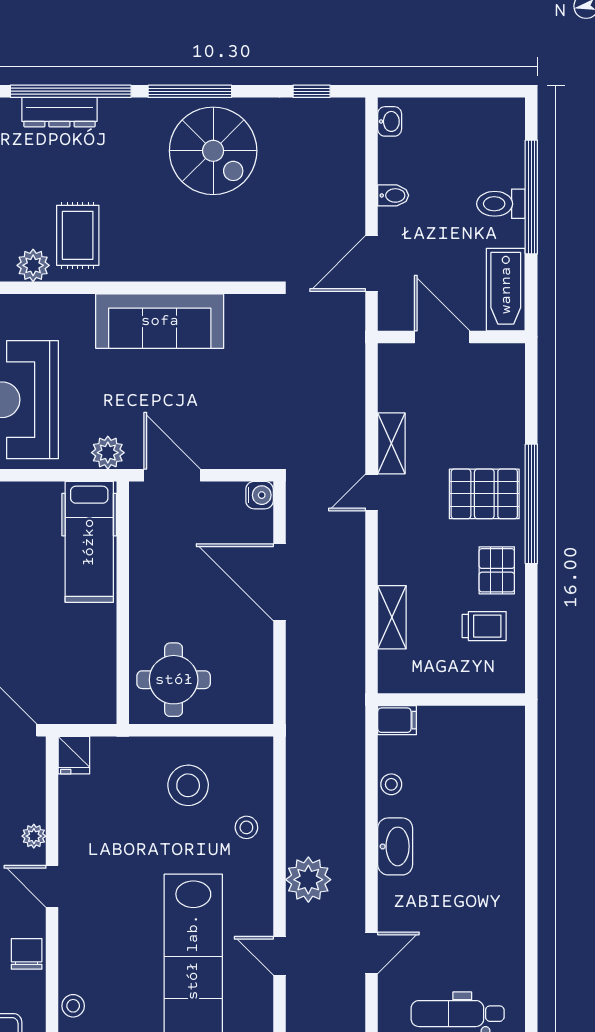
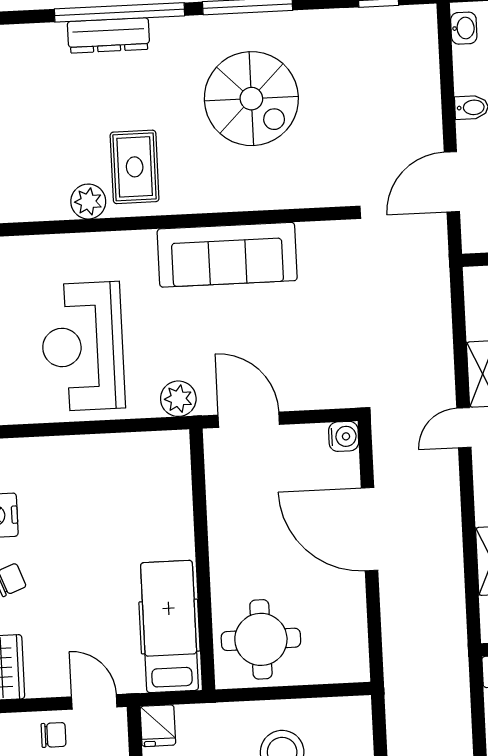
spiral stairs: (213, 151) -> (251, 99), moved
hospital bed: (89, 542) -> (169, 626), moved, turned 180

